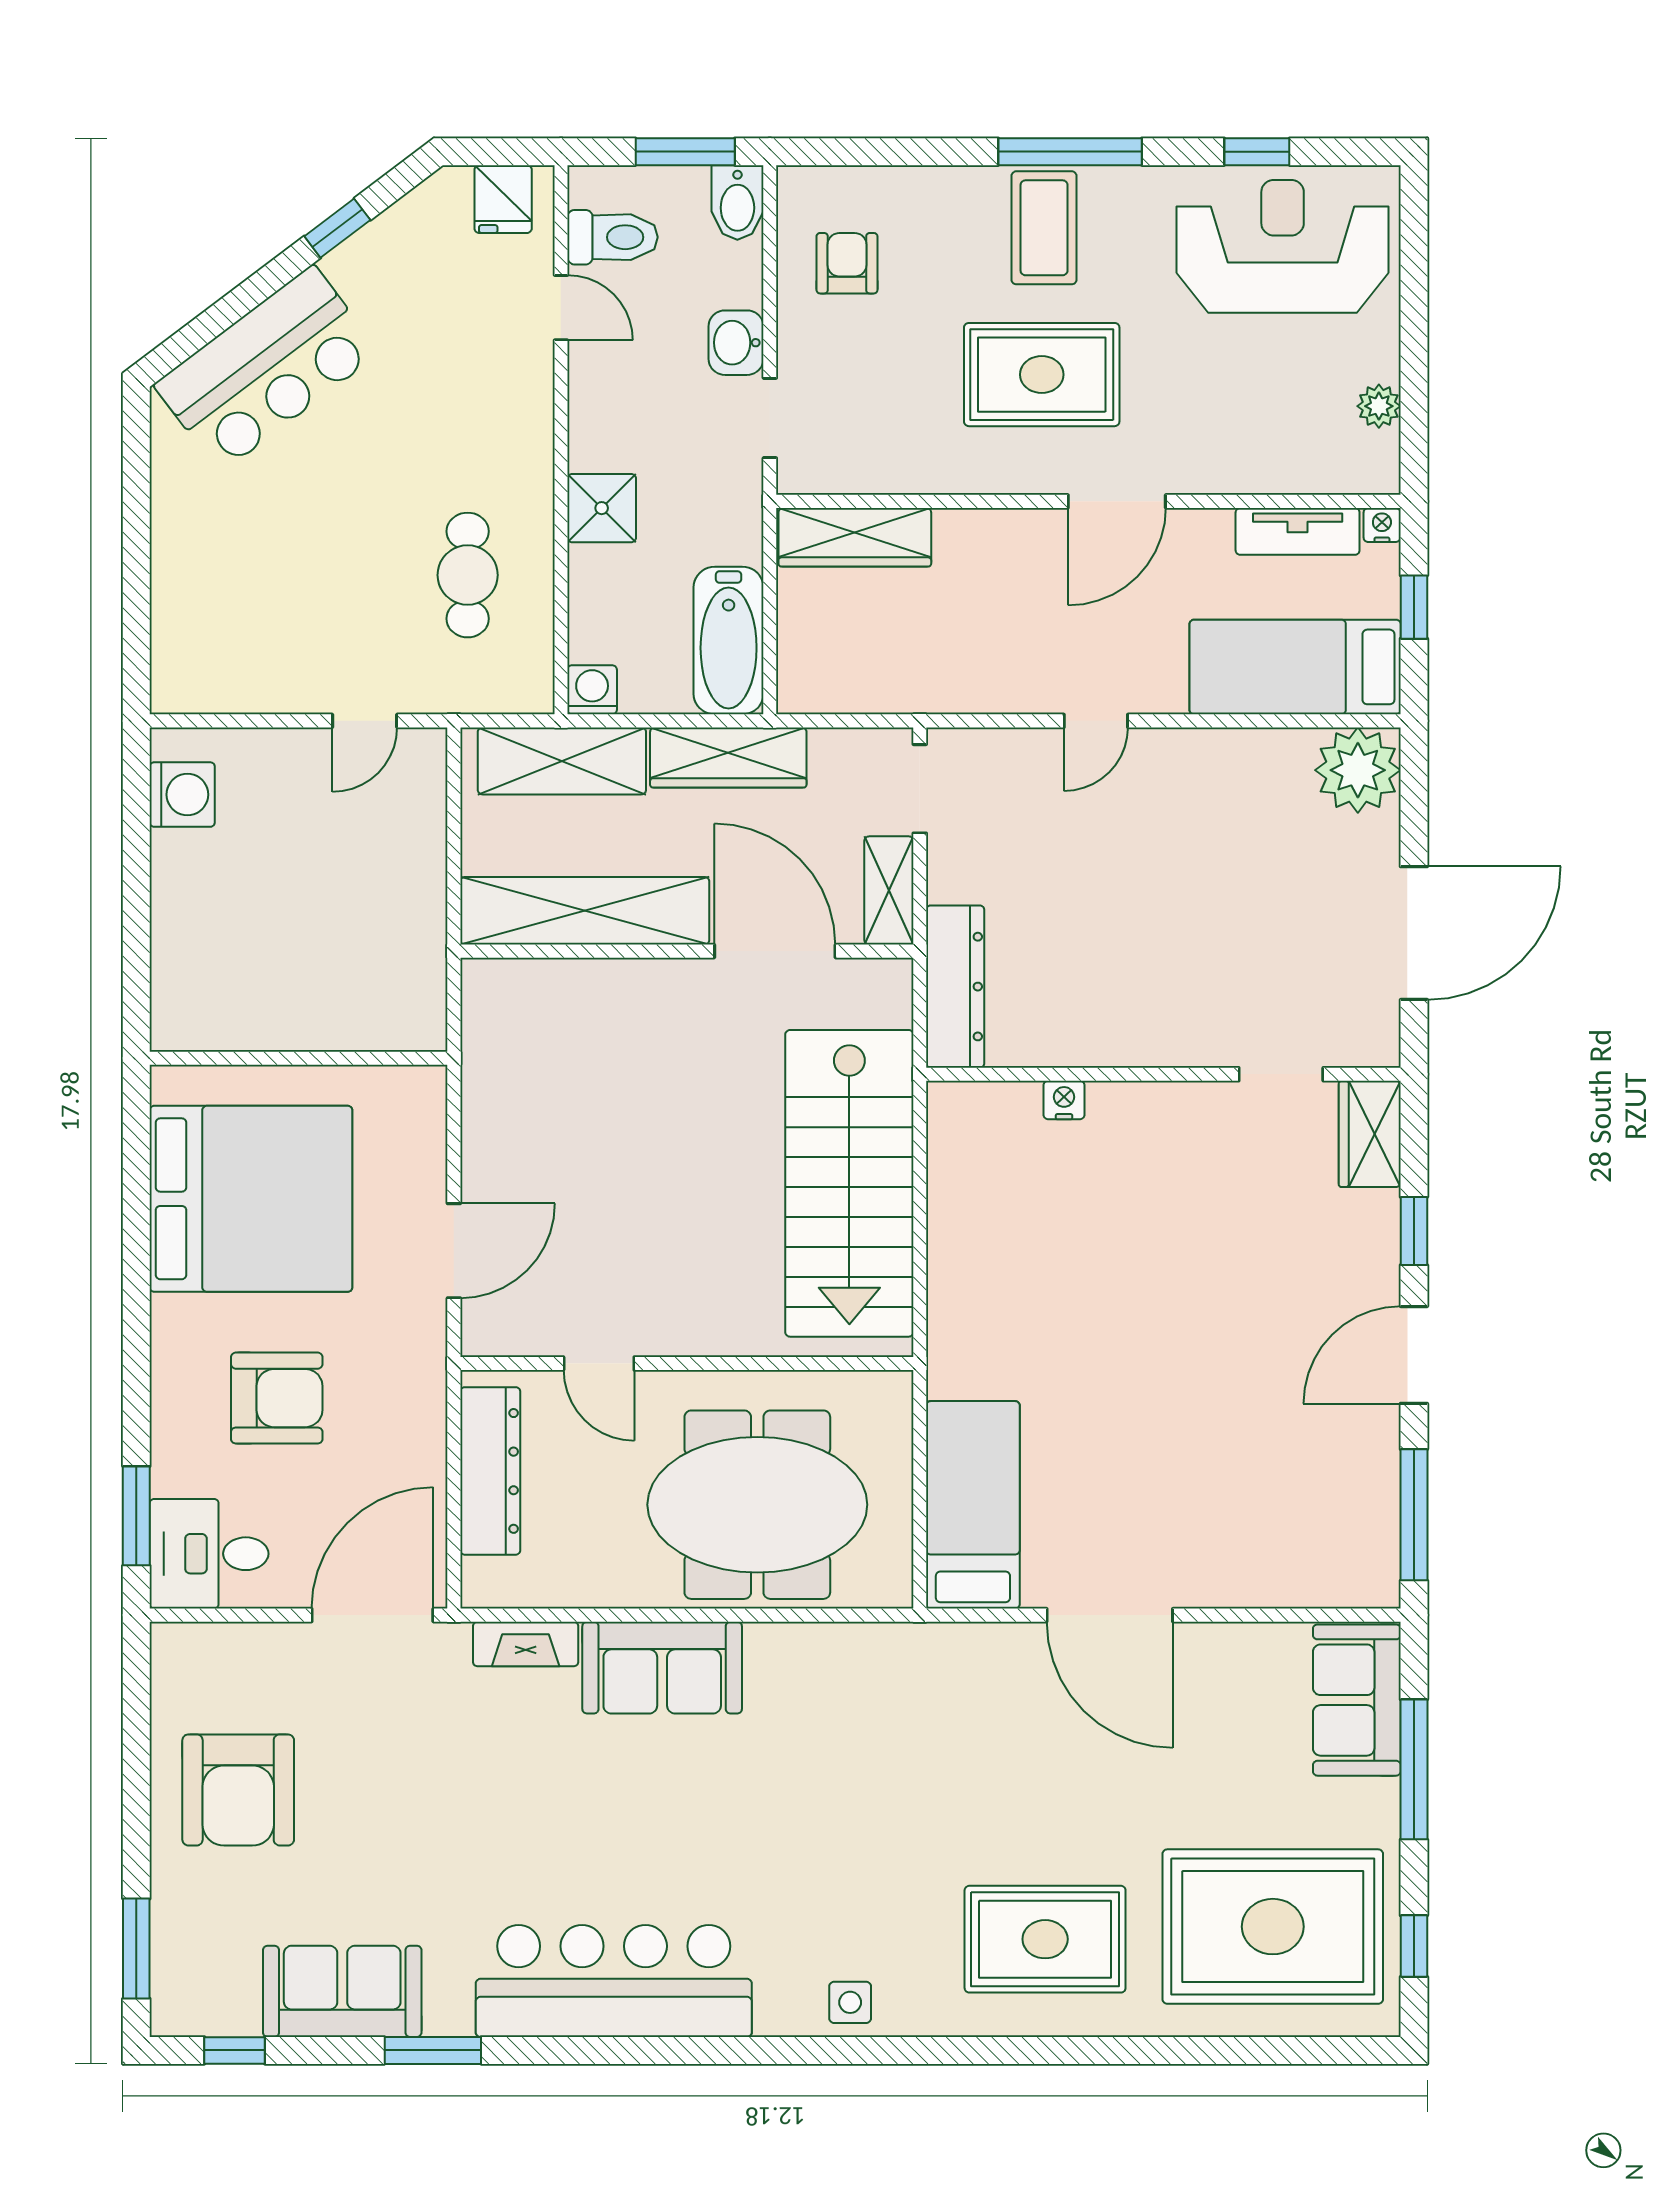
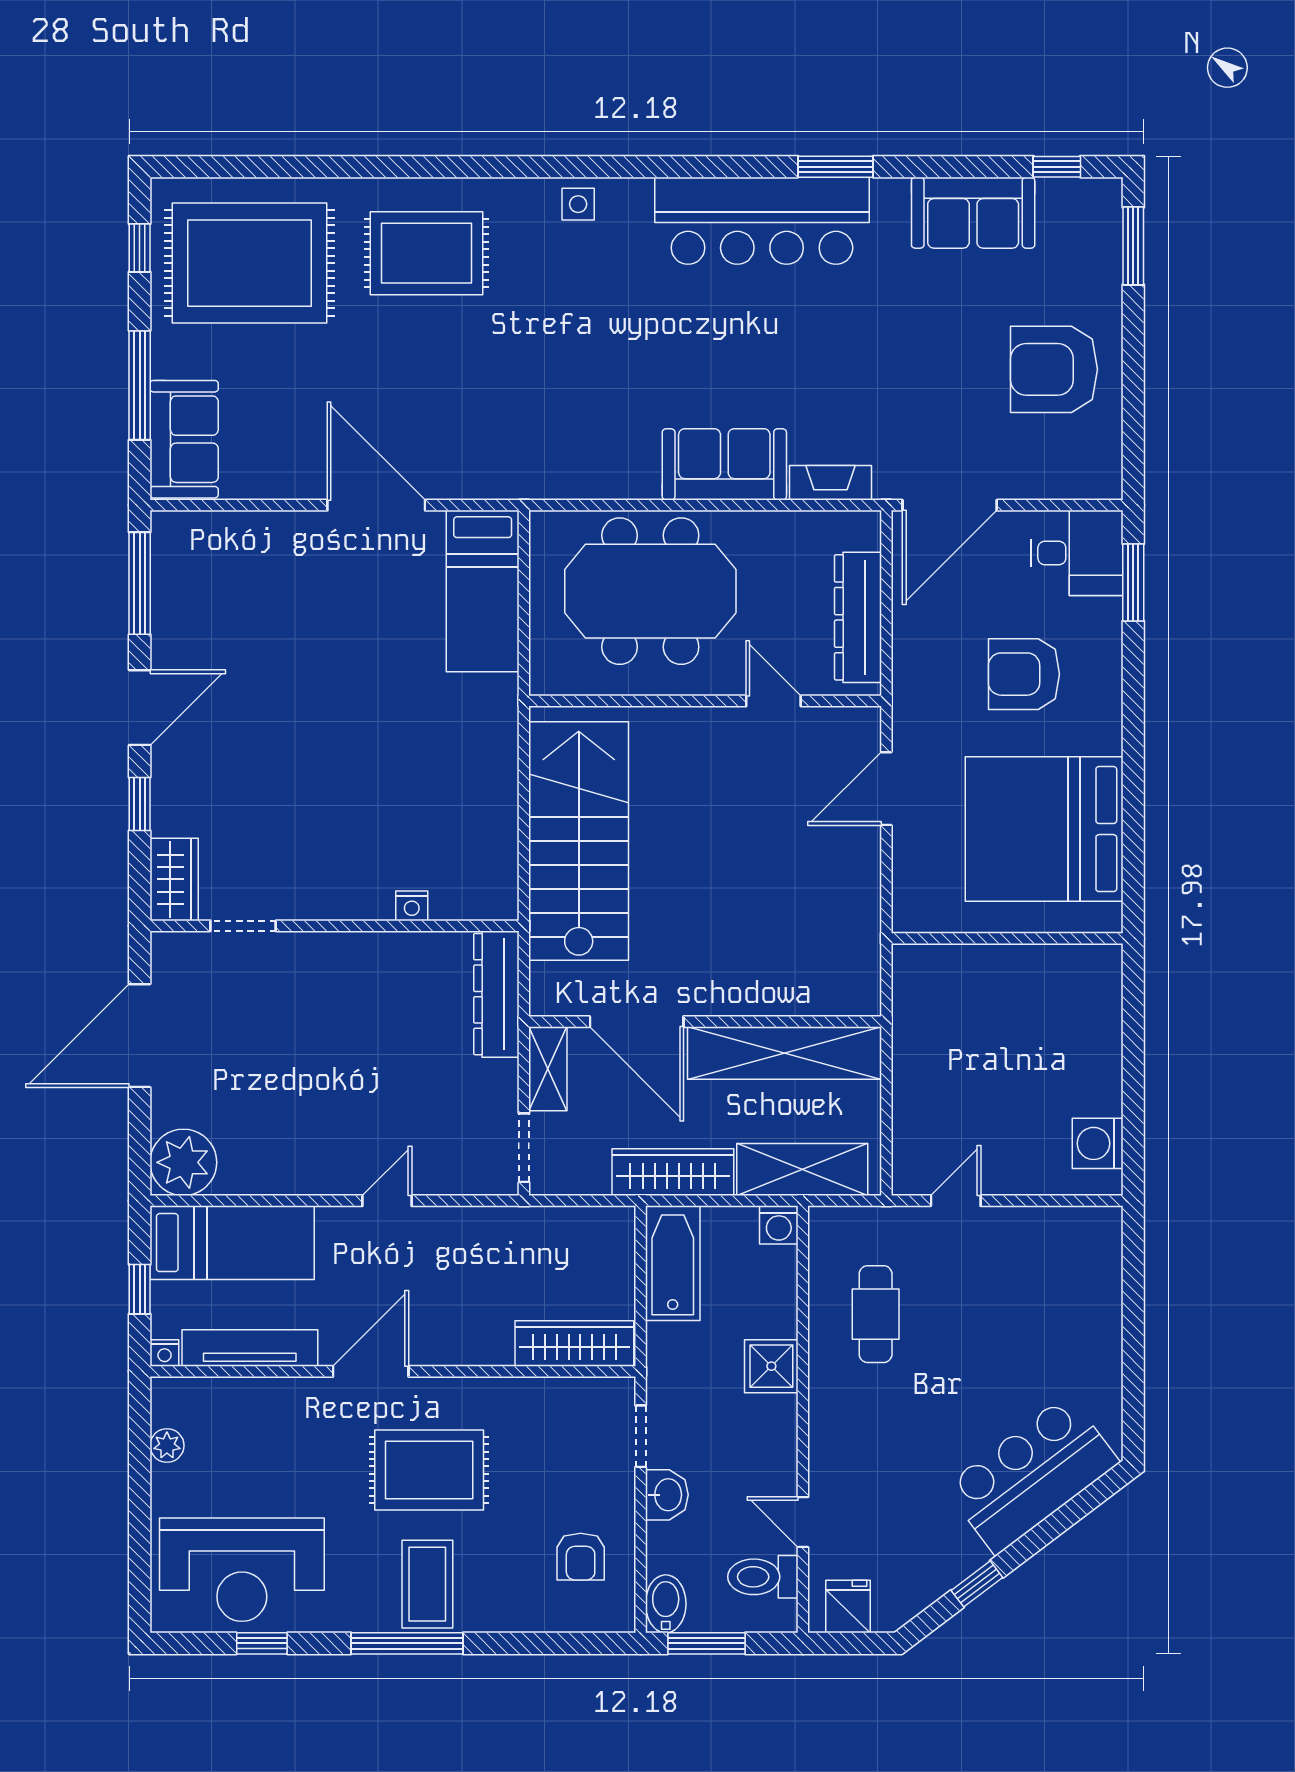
tv unit: (1298, 531) -> (250, 1348), width x1.41
armchair: (238, 1790) -> (1054, 369), turned -90
window: (433, 2050) -> (835, 167), moved

